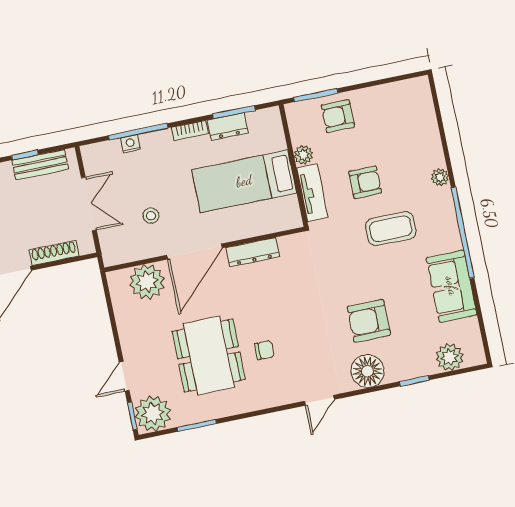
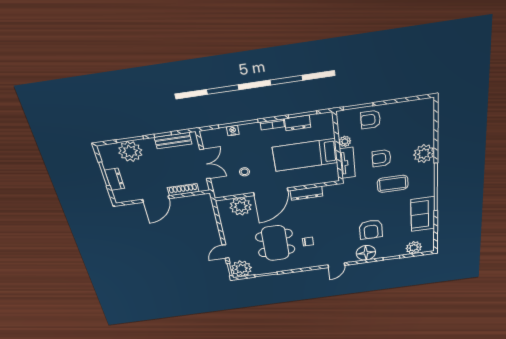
plant: (440, 177) -> (424, 154), width x1.88, depth x1.88
armchair: (365, 182) -> (381, 158), turned 180
armchair: (369, 321) -> (371, 229), turned -90

